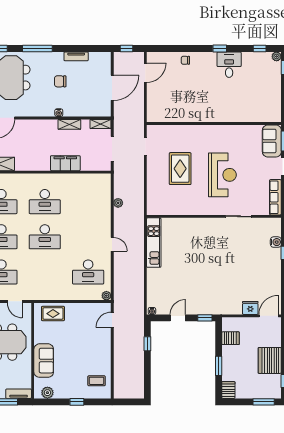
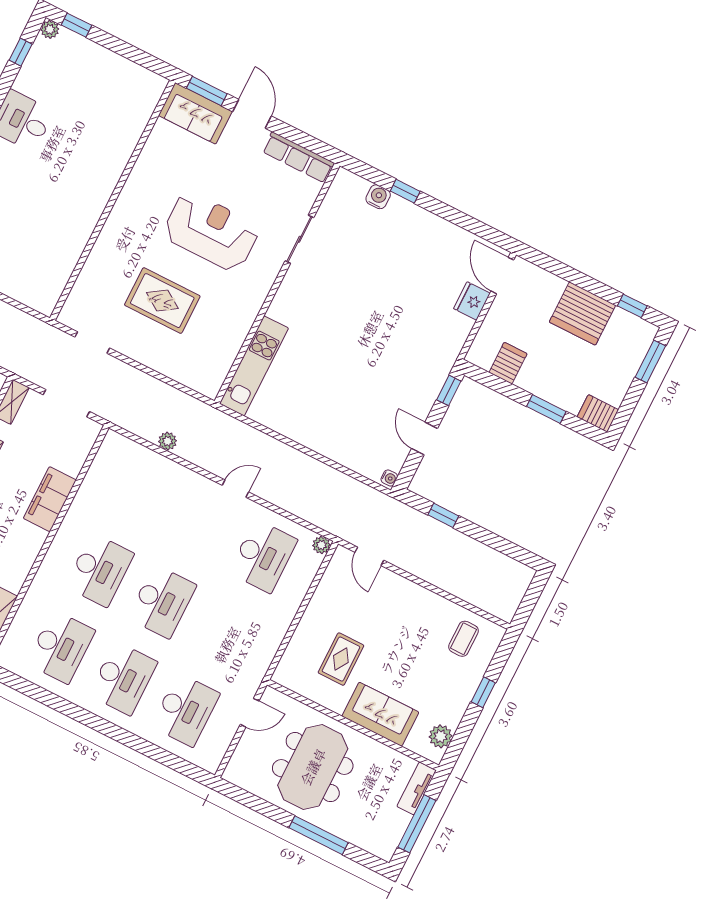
kitchen unit: (154, 243) -> (254, 366), moved, turned 90
rug: (53, 314) -> (341, 659), moved

